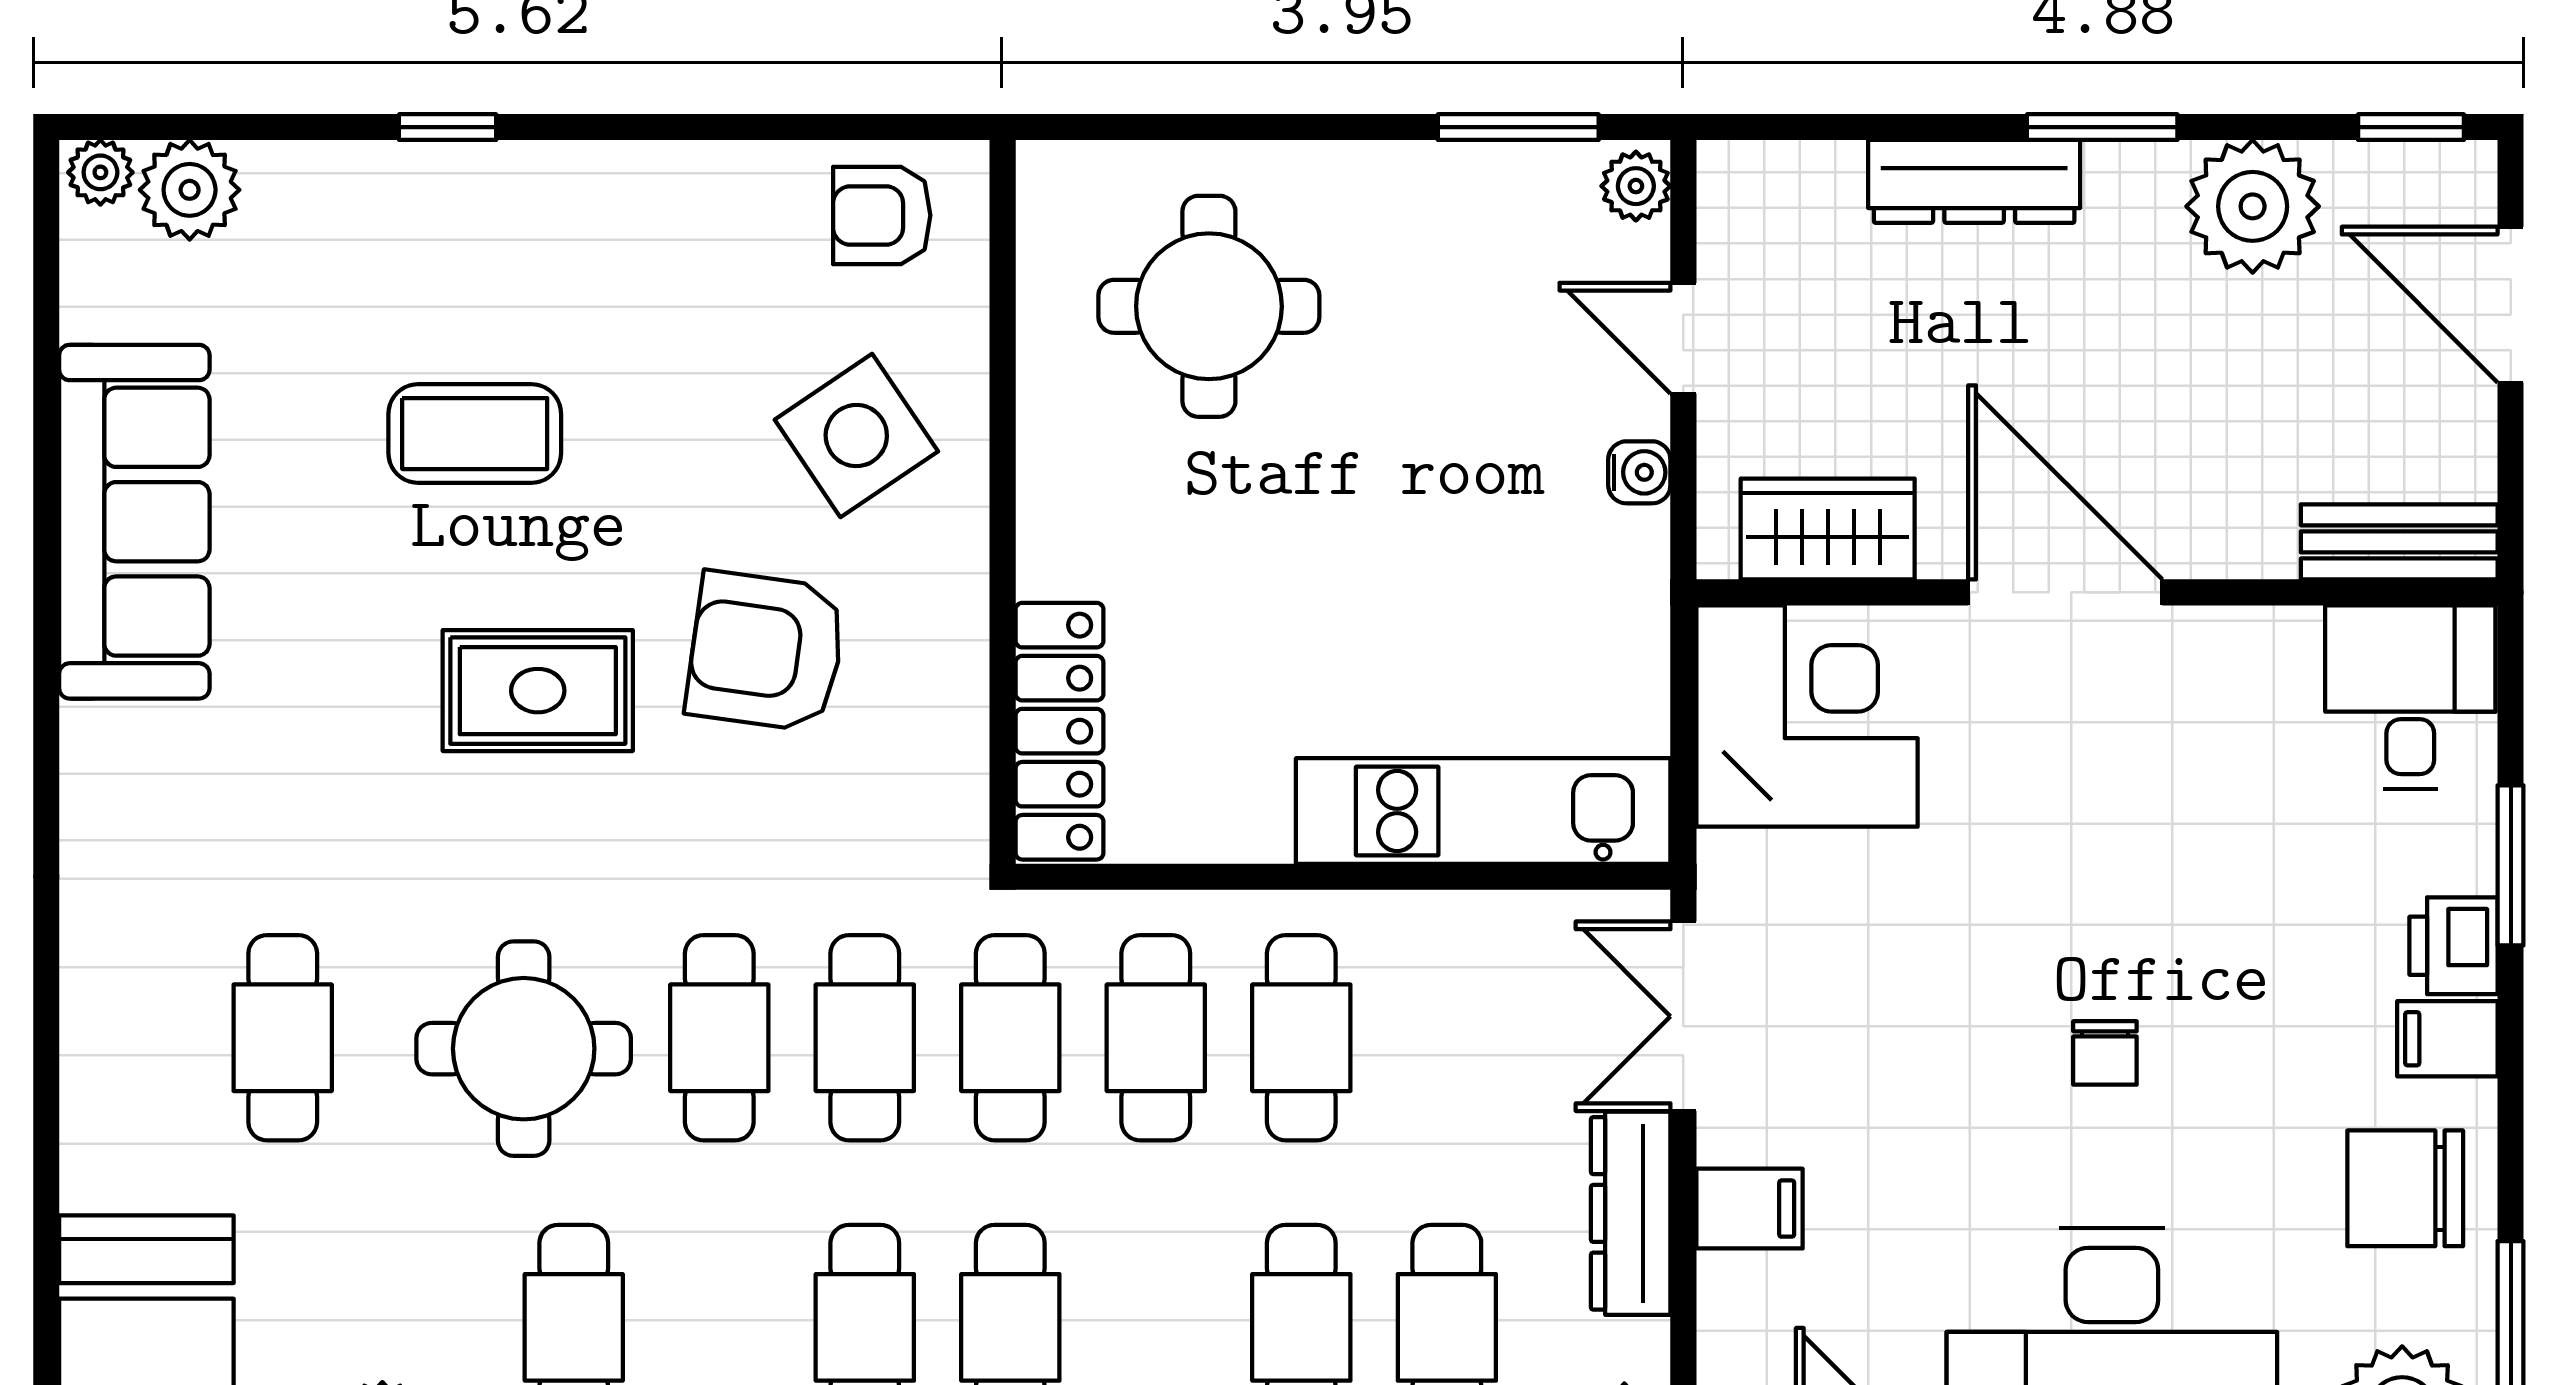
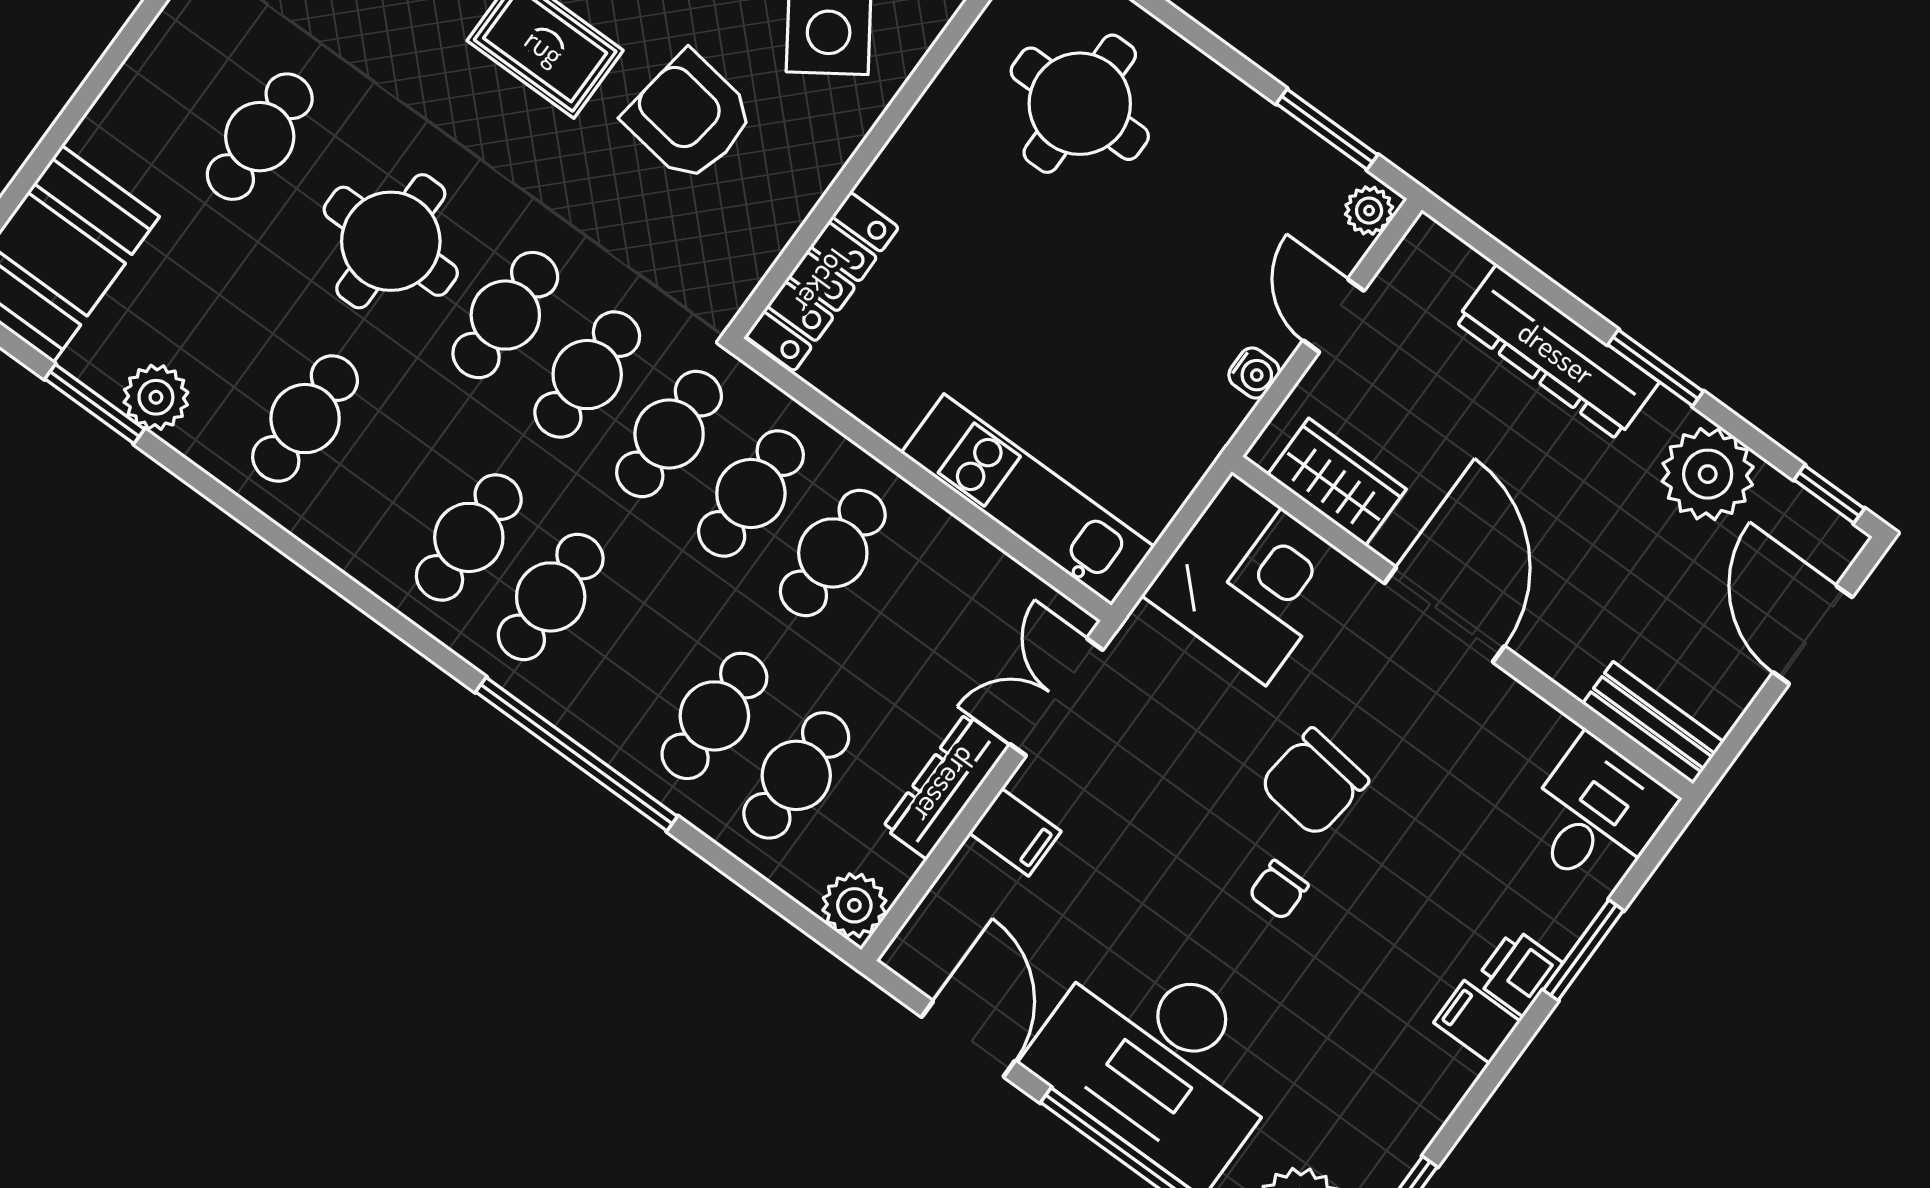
dresser: (1974, 181) -> (1557, 352), width x1.37, depth x1.24
chair: (2405, 1188) -> (1314, 783), moved, turned -83

